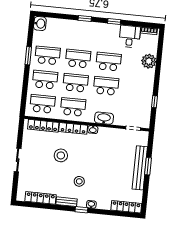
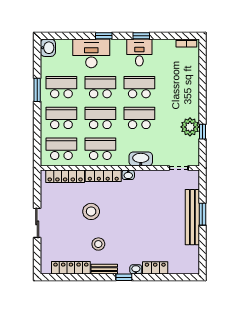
desk: (74, 31) -> (91, 53), added
desk: (130, 36) -> (139, 52), moved
plant: (149, 61) -> (190, 127), moved
stool: (79, 181) -> (98, 244), moved
locker: (126, 207) -> (155, 268), moved, width x0.66

